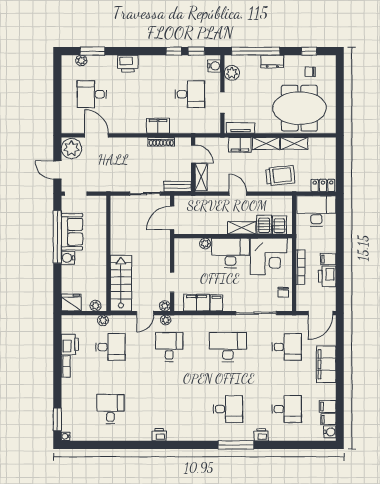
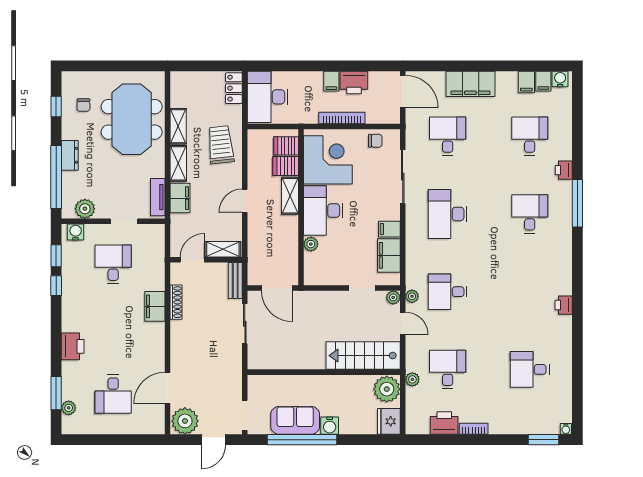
plant: (96, 306) -> (387, 389), width x1.87, depth x1.87

